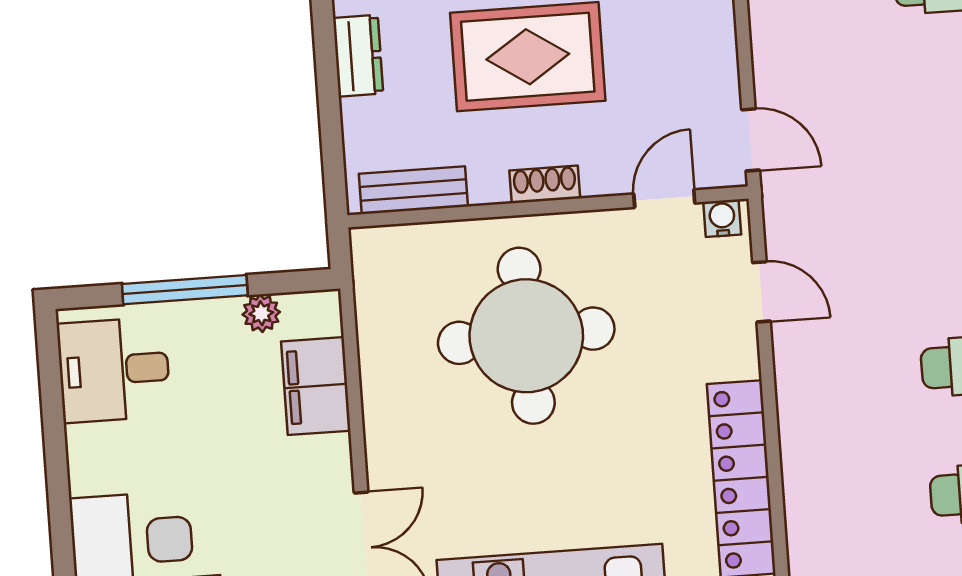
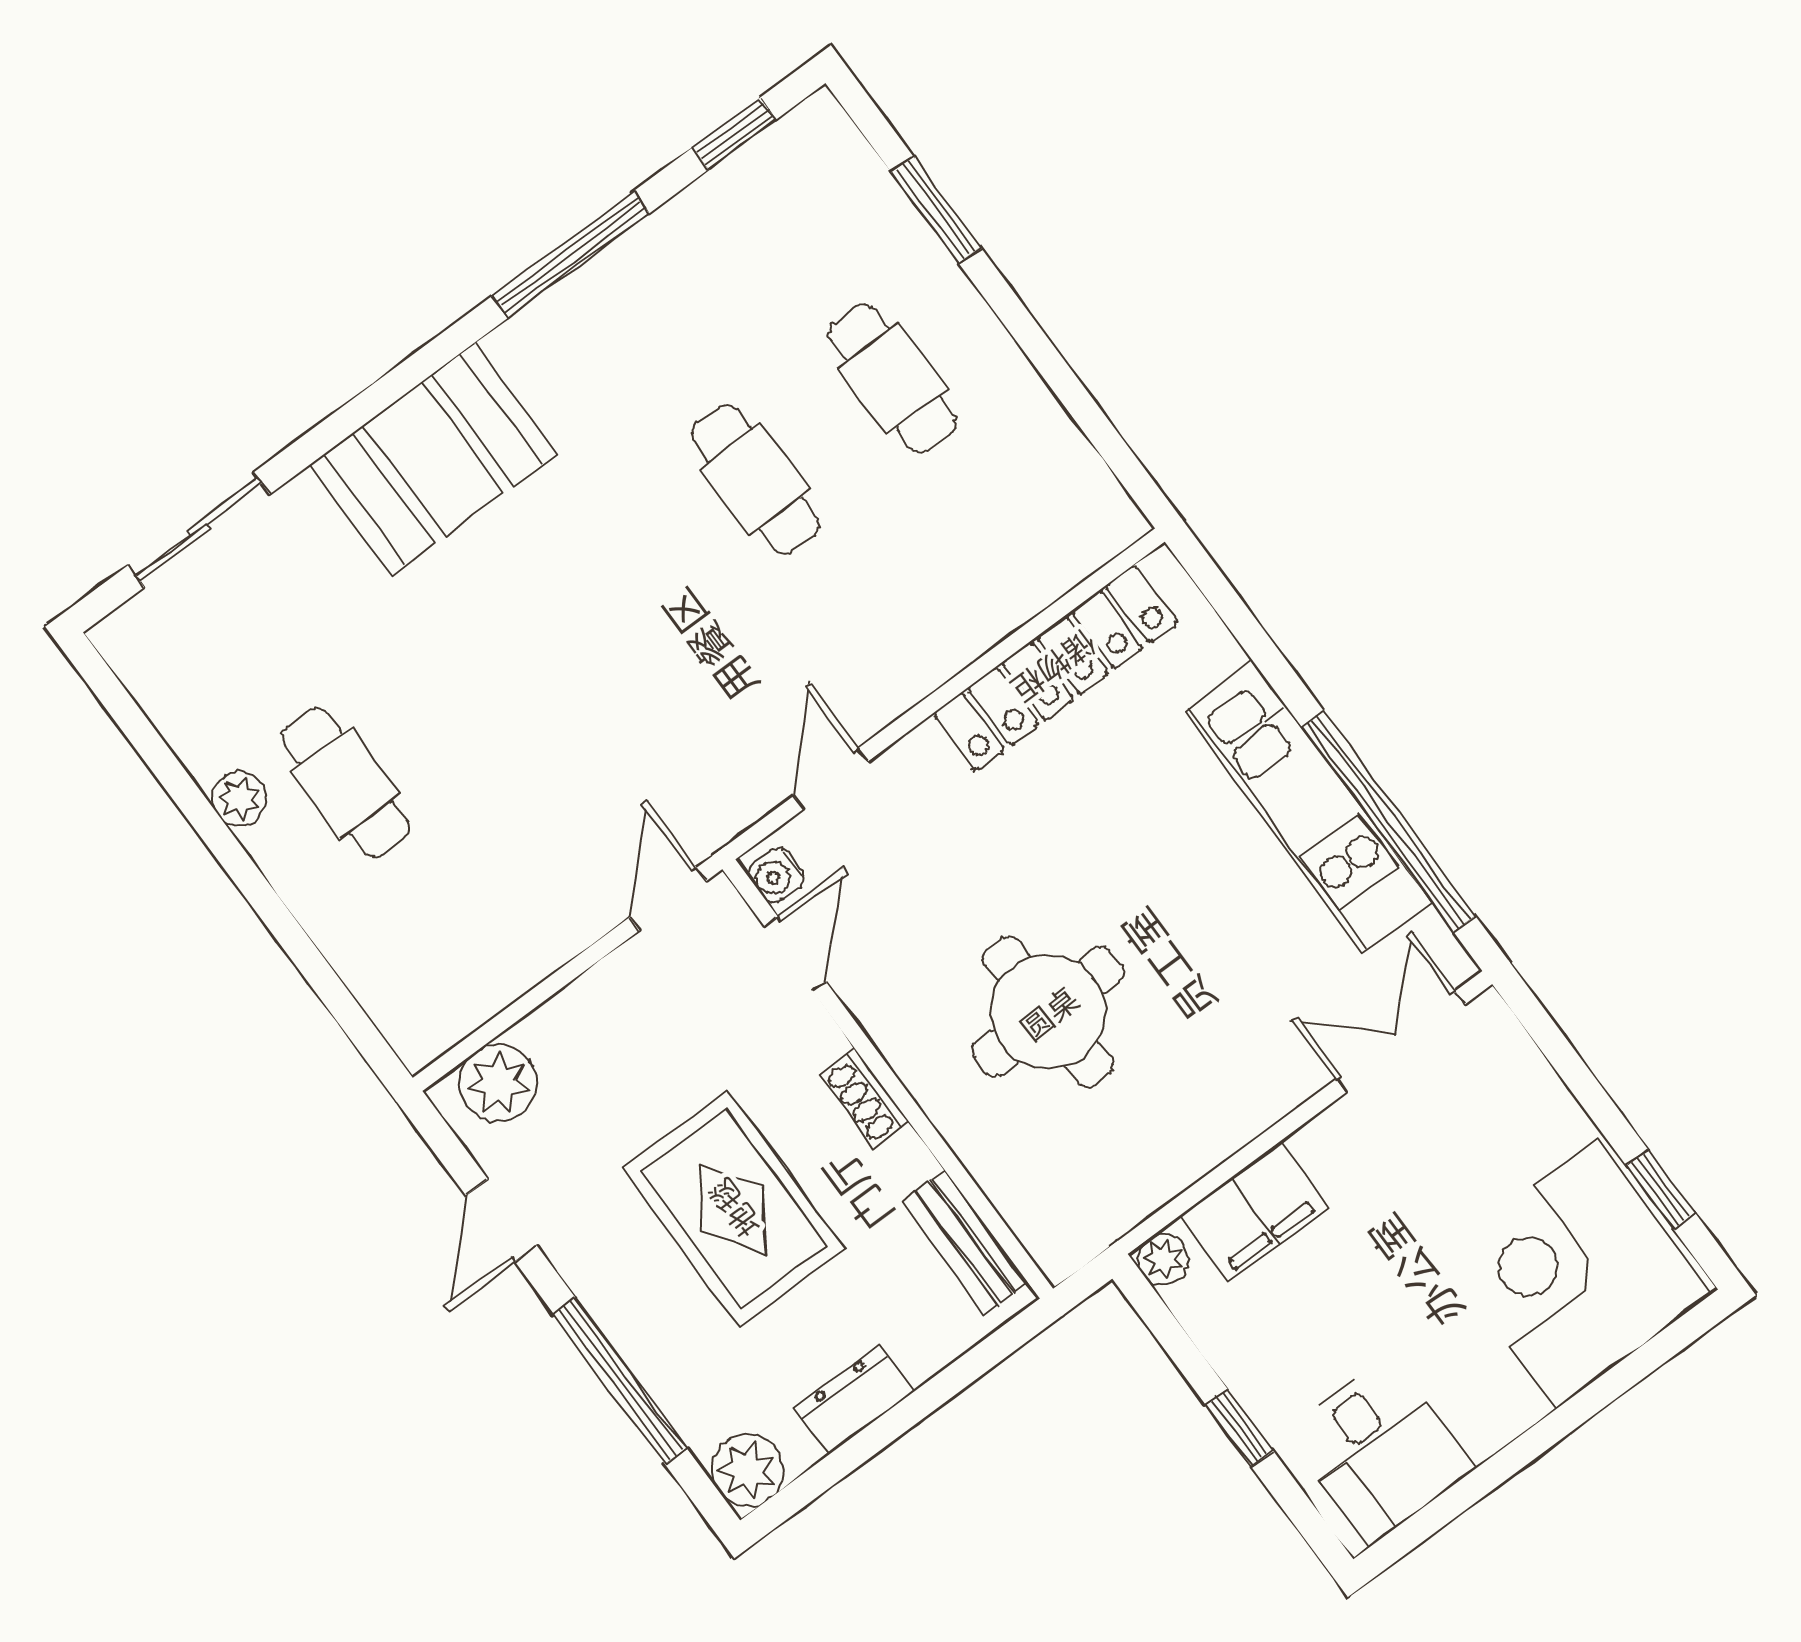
door: (664, 199) -> (795, 954), swing flipped
window: (185, 290) -> (1239, 1428), width x0.46
plant: (261, 313) -> (1163, 1259), moved
round table: (526, 336) -> (1048, 1012), width x0.73, depth x0.73

